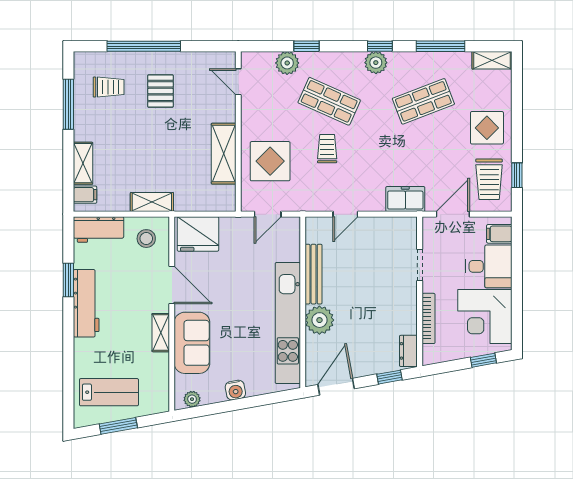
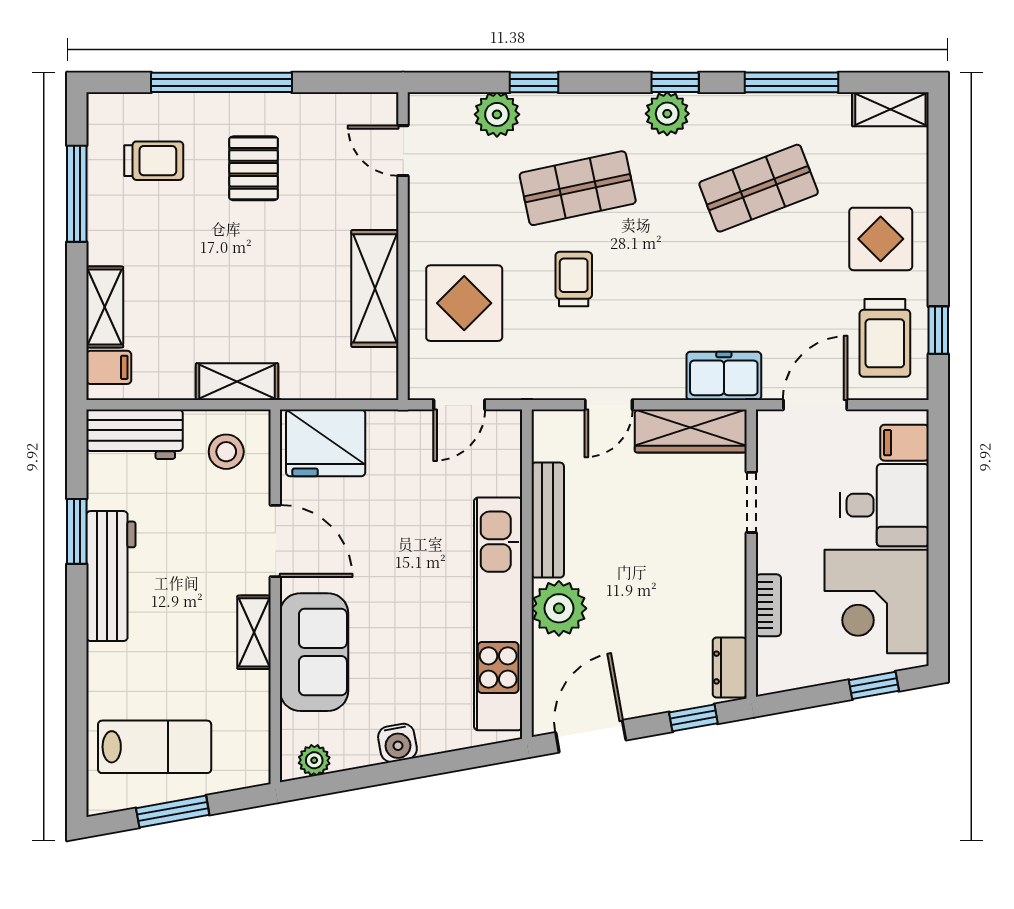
shop shelf: (329, 101) -> (578, 188), turned -36
wardrobe: (388, 228) -> (691, 431), added
bookcase: (428, 318) -> (768, 605), width x0.64

